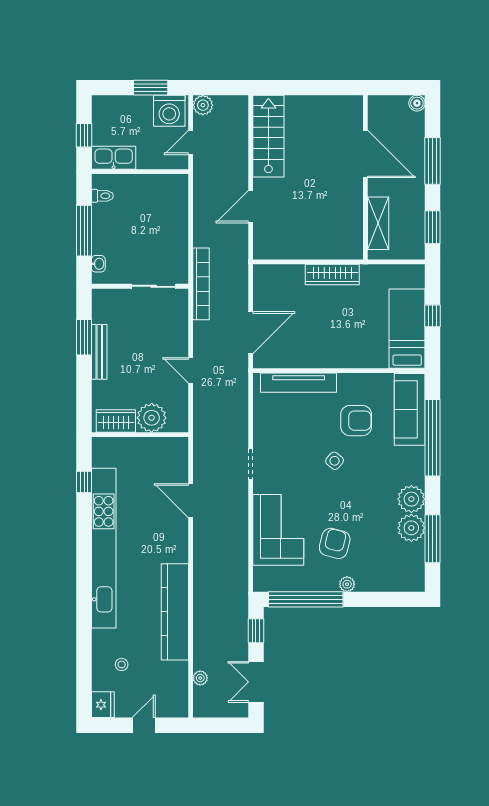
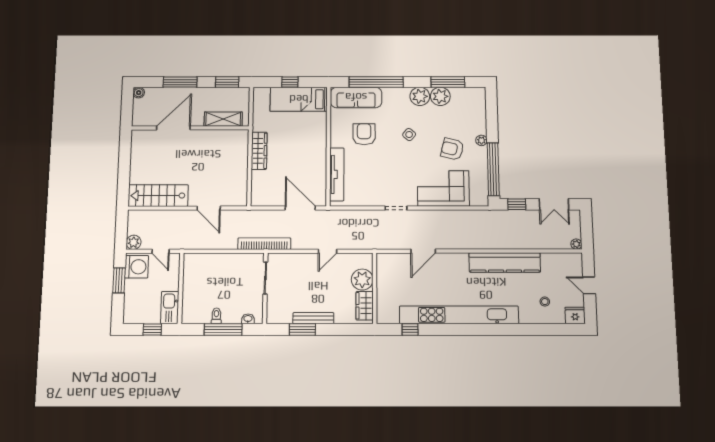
toilet: (102, 196) -> (216, 316), moved
side table: (335, 461) -> (409, 135), moved
plant: (200, 678) -> (576, 244), moved

